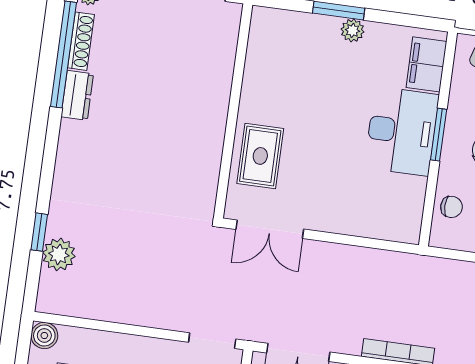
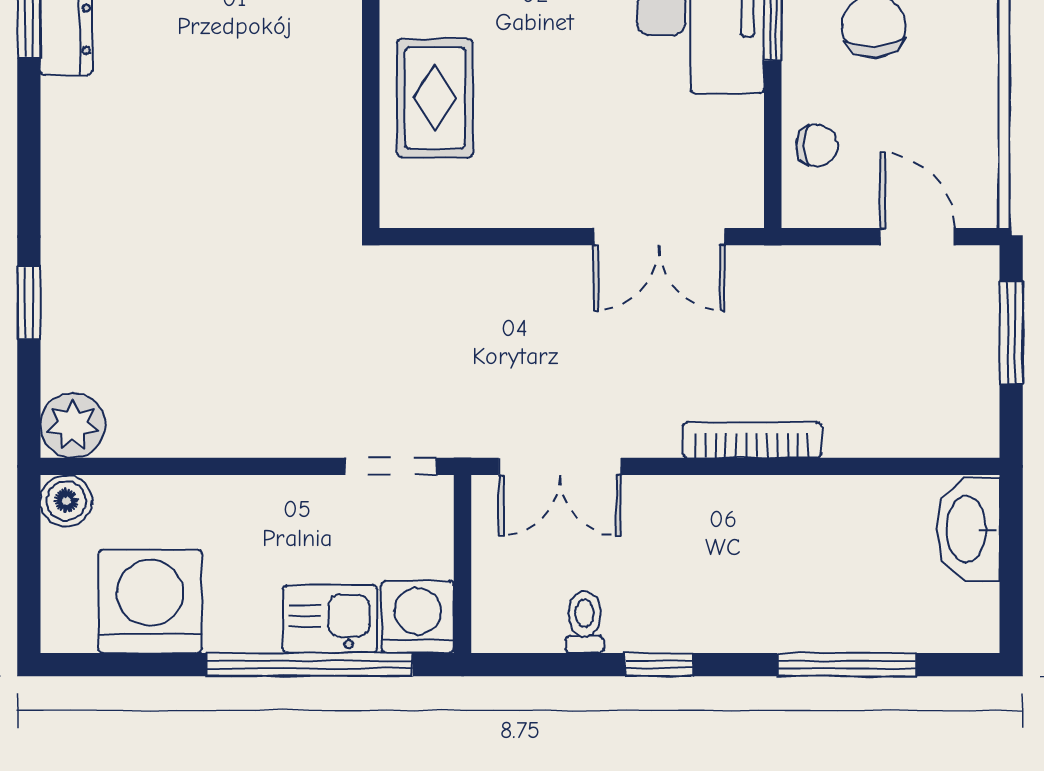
double door: (270, 229) -> (659, 237), moved
plant: (59, 254) -> (73, 425), moved

